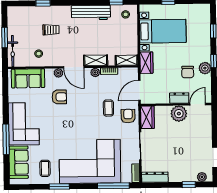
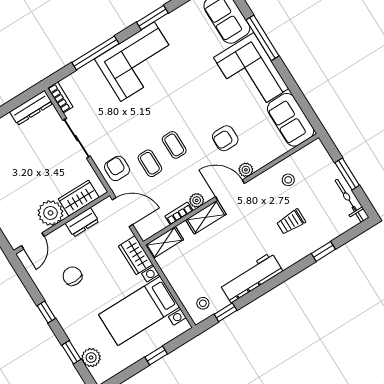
bicycle: (13, 51) -> (349, 201), moved
plant: (205, 68) -> (91, 358), moved
sofa: (28, 78) -> (291, 120), moved, turned -90
door: (139, 90) -> (123, 212), hinge flipped
dresser: (179, 98) -> (82, 222), moved
armchair: (128, 116) -> (117, 168), turned 180
wardrobe: (147, 117) -> (79, 198), moved, turned 90
corner sofa: (90, 161) -> (138, 62), width x0.73, depth x0.74
coffee table: (45, 168) -> (174, 145), moved
window: (113, 186) -> (95, 53), moved

